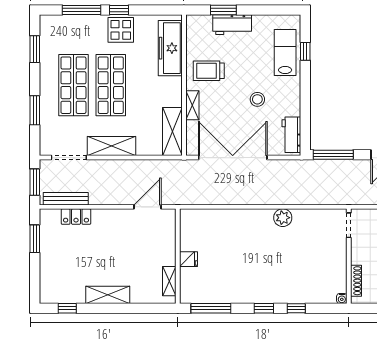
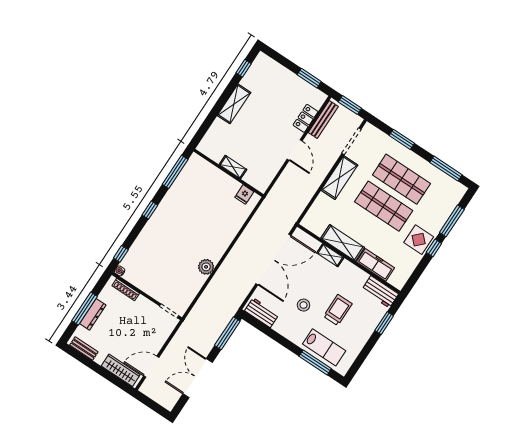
workbench: (232, 25) -> (380, 292), moved, turned -90
freezer: (170, 48) -> (375, 265), width x0.73, depth x0.79
window: (35, 49) -> (446, 169), width x1.44
window: (305, 51) -> (315, 362), width x2.17
trolley: (209, 71) -> (338, 310), moved
shelving: (172, 131) -> (343, 243), moved
door: (148, 207) -> (295, 150), moved
fridge: (189, 259) -> (244, 194), moved
shelving: (169, 281) -> (233, 167), moved
window: (296, 308) -> (121, 254), moved

